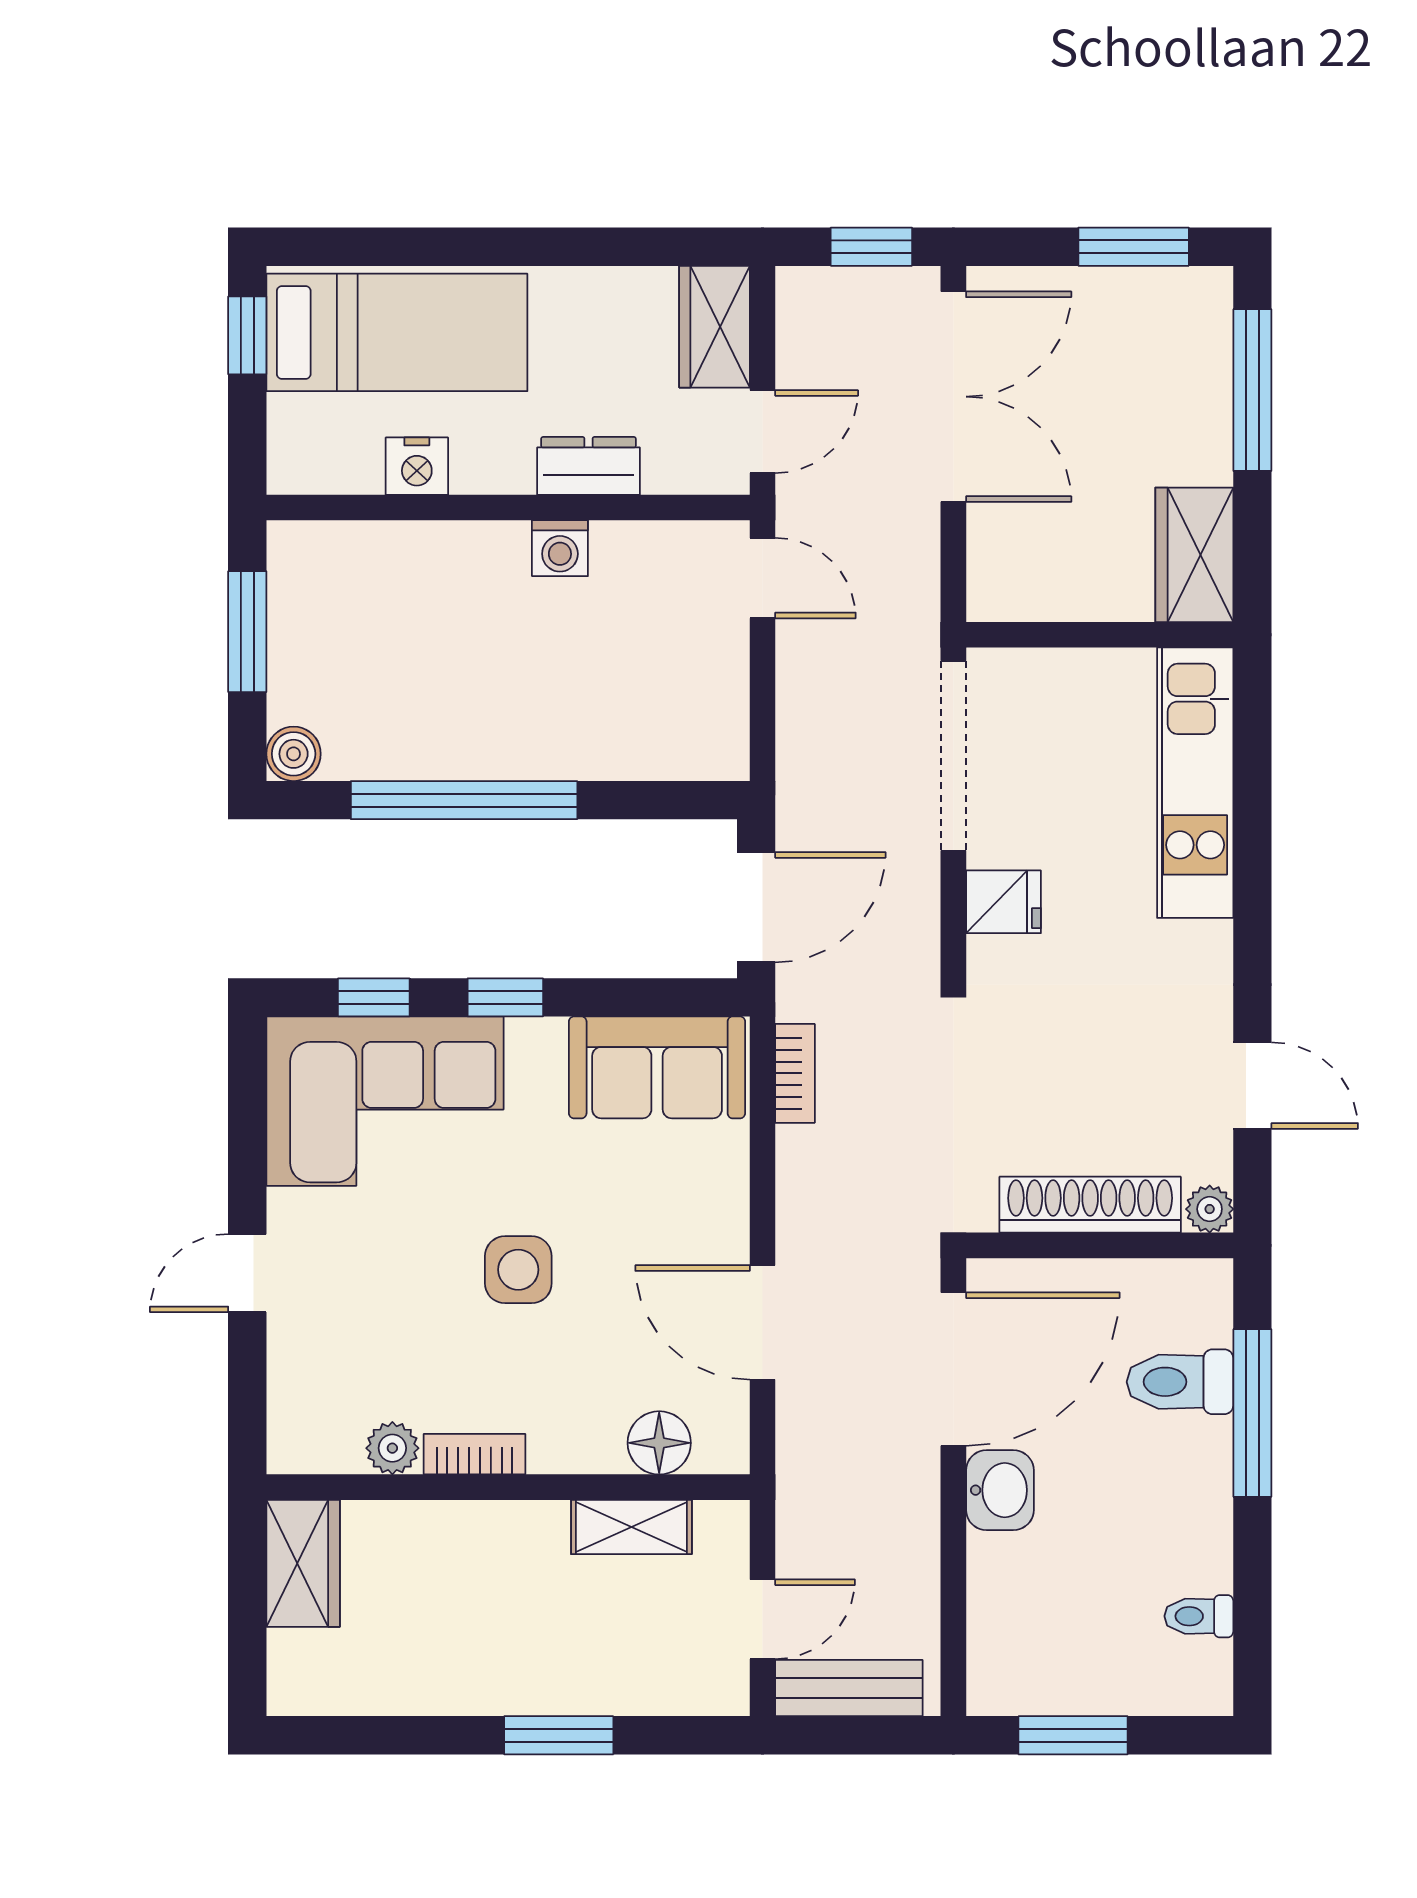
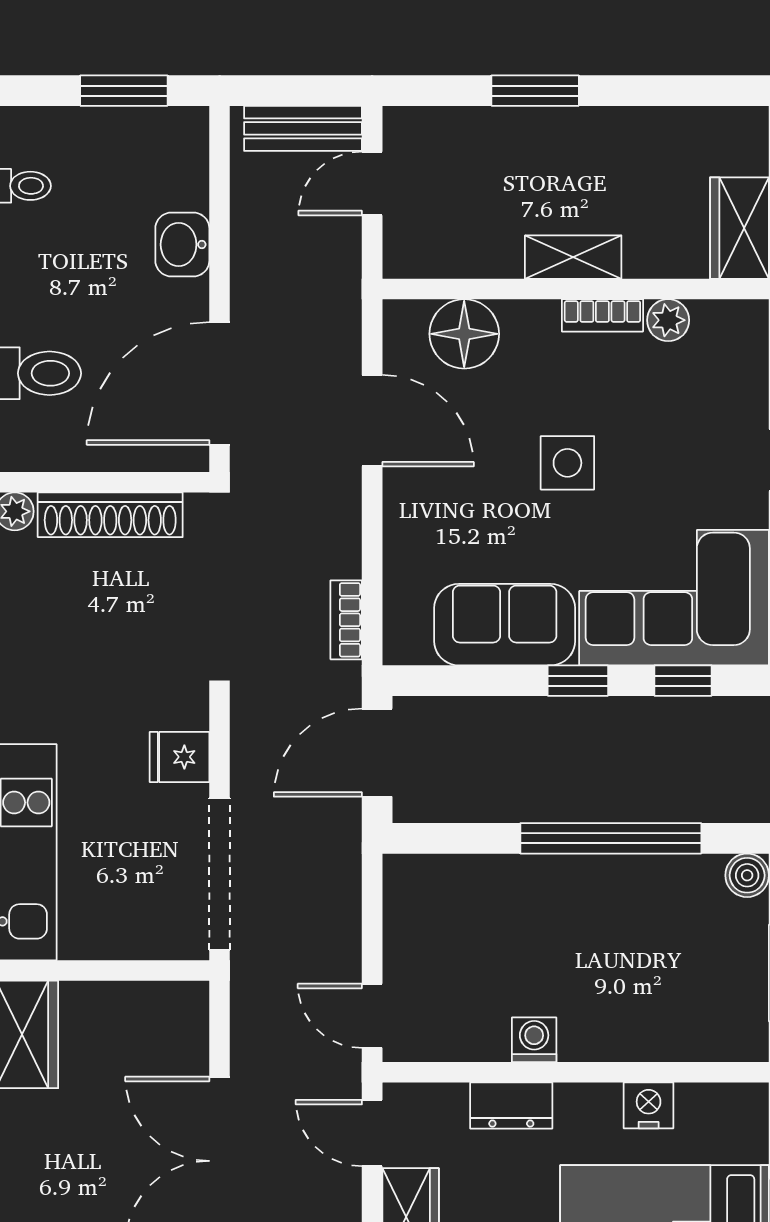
door: (763, 432) -> (372, 1133), hinge flipped
sofa: (657, 1067) -> (505, 625), moved
floor lamp: (659, 1443) -> (464, 334), width x1.38, depth x1.38
washbasin: (1000, 1490) -> (182, 245), moved
shelving: (631, 1527) -> (573, 257), moved

